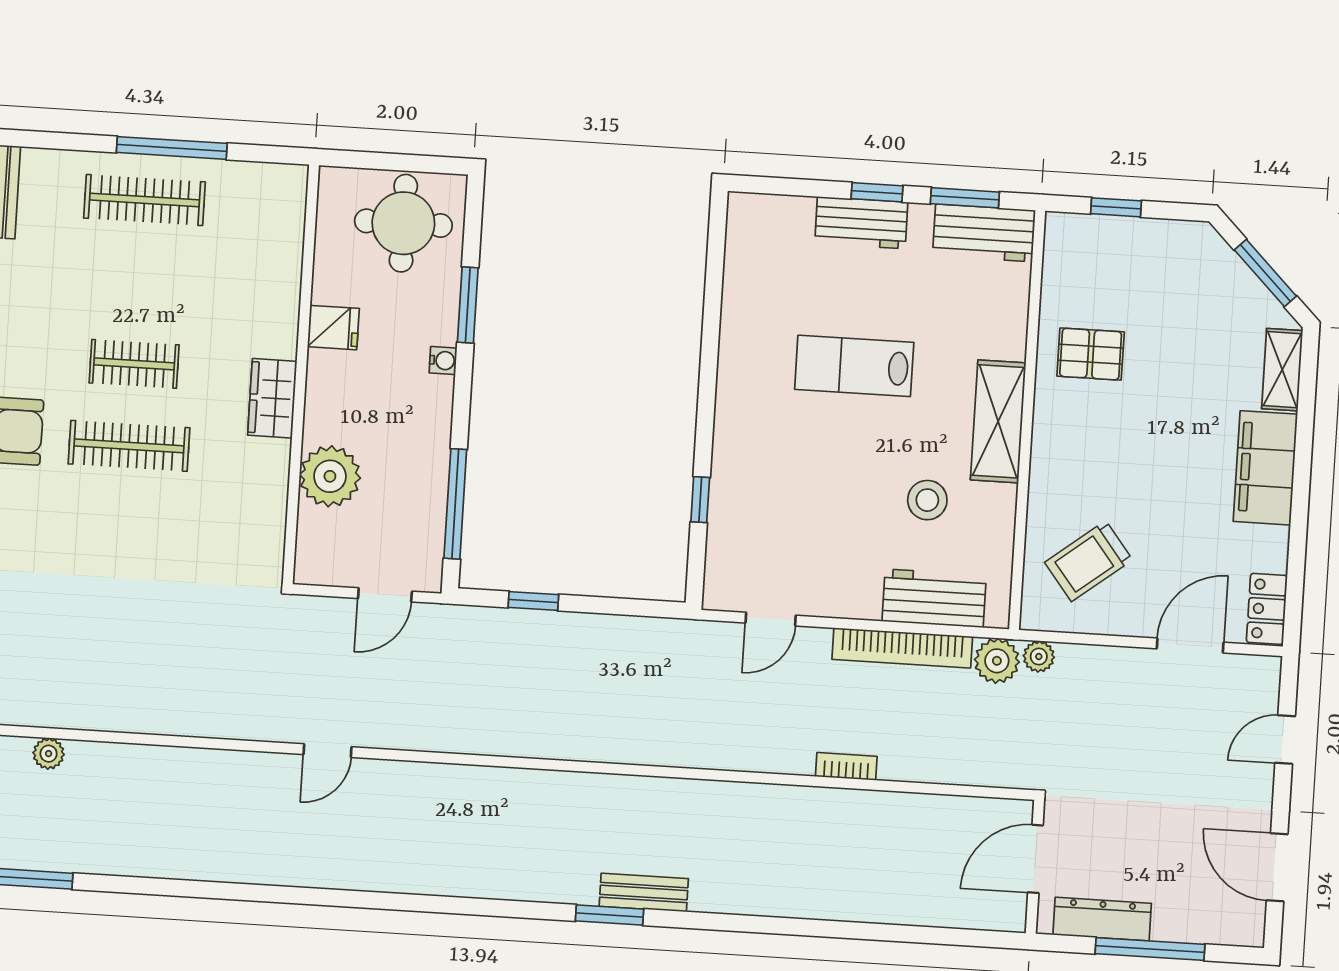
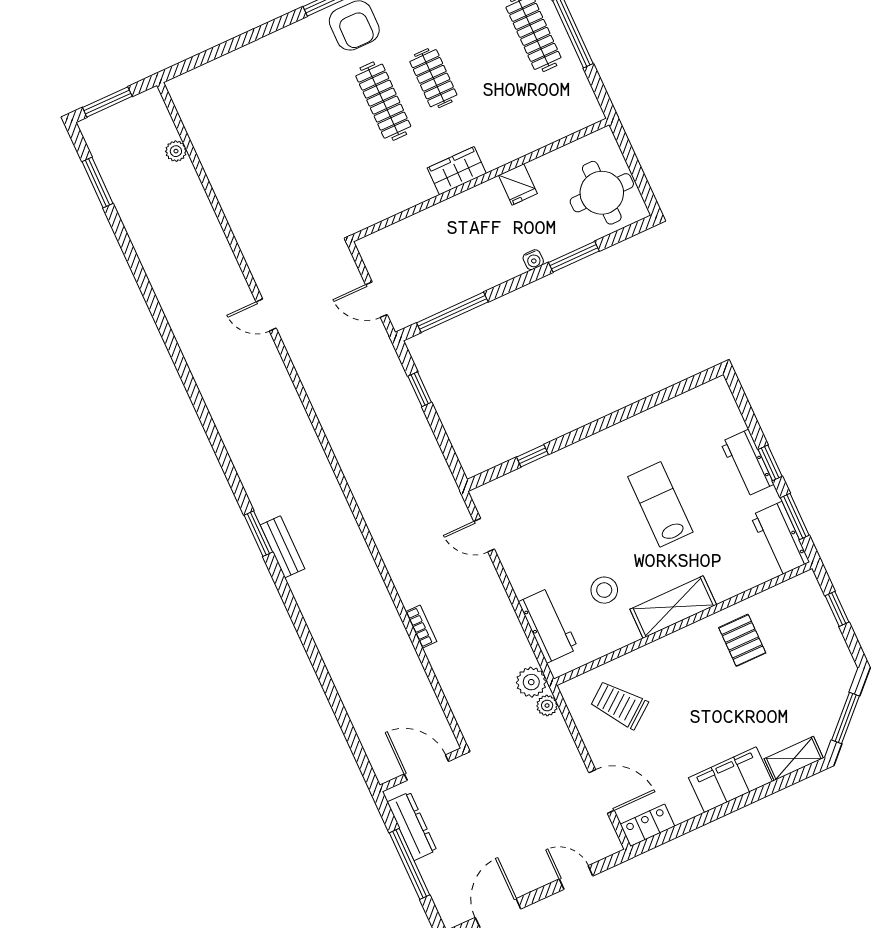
plant: (330, 476) -> (429, 230), removed
bookcase: (902, 648) -> (509, 622), removed

